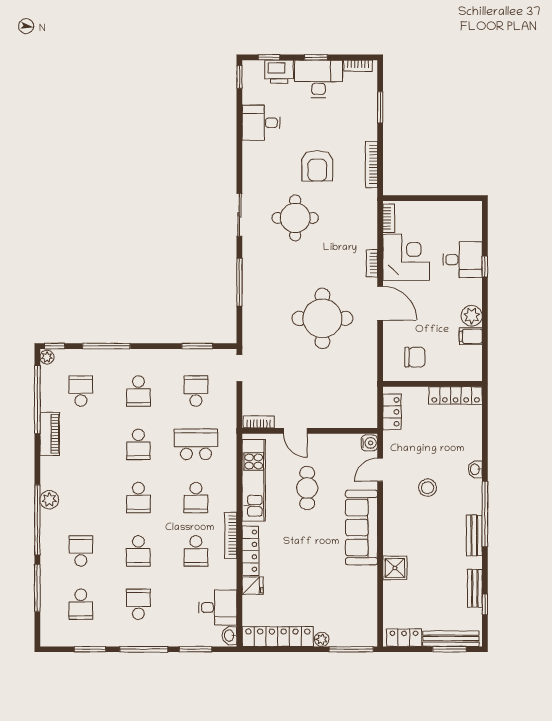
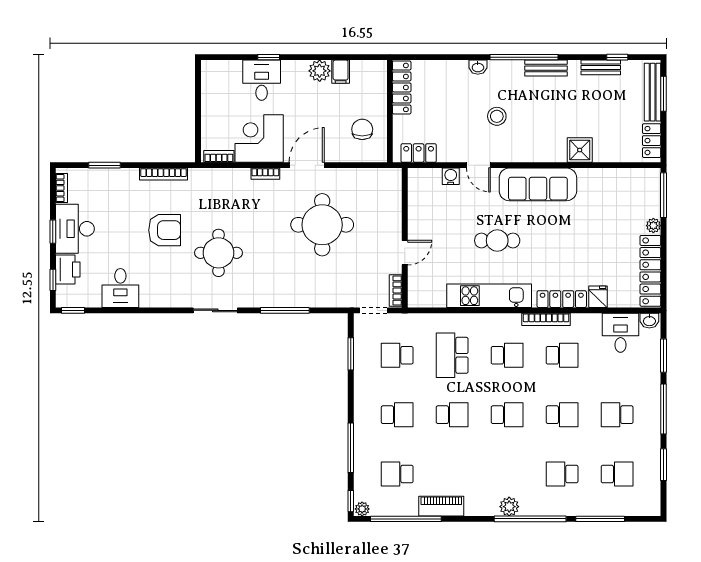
bookcase: (259, 422) -> (396, 290), moved
door: (295, 431) -> (405, 253), moved
wall: (310, 431) -> (405, 238), moved

